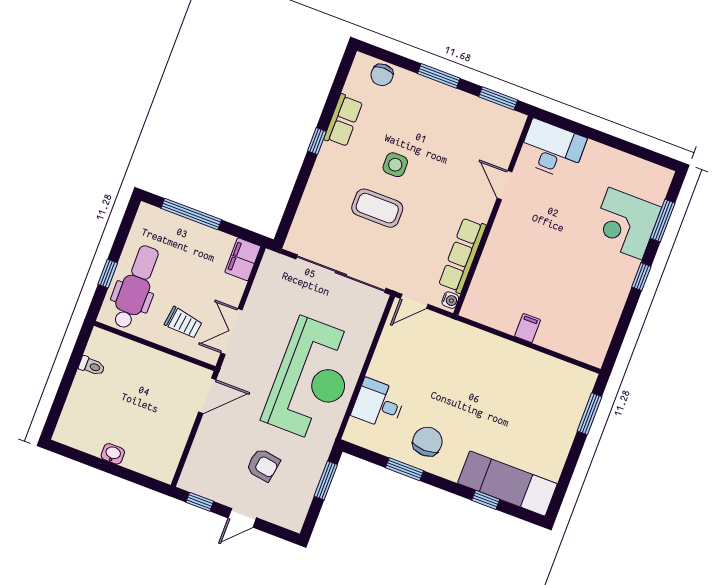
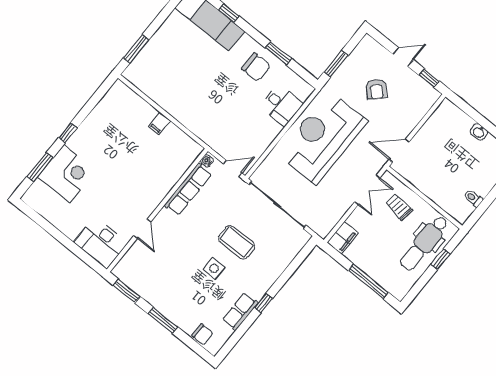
chair: (382, 75) -> (202, 334), turned 90
chair: (427, 442) -> (256, 67), turned -90
armchair: (263, 465) -> (376, 89), turned -144

